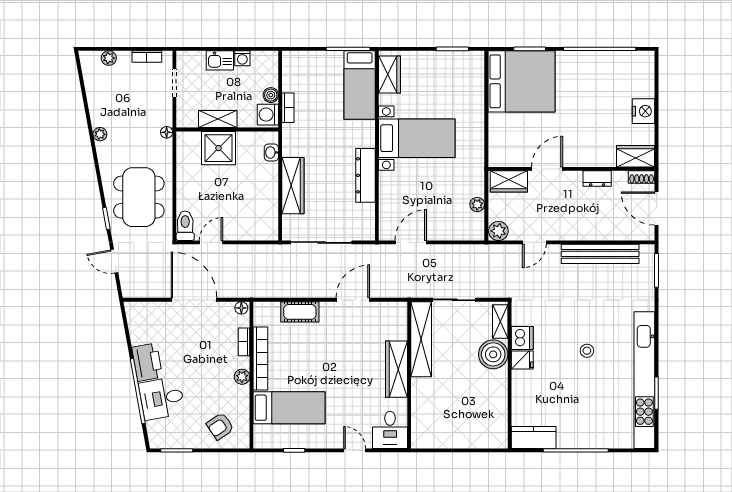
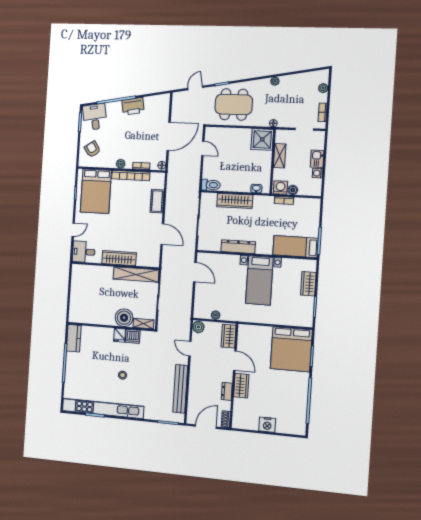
wardrobe: (390, 74) -> (308, 284), moved, turned 90
shower: (218, 148) -> (262, 139), moved
wardrobe: (636, 156) -> (241, 386), moved
toilet: (185, 226) -> (211, 185), moved
desk: (162, 398) -> (95, 117), moved
bed: (289, 408) -> (96, 191), width x1.50

